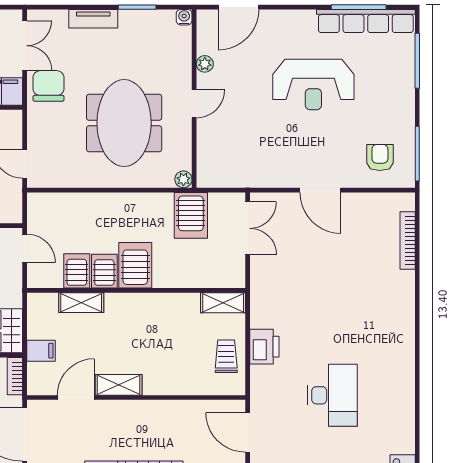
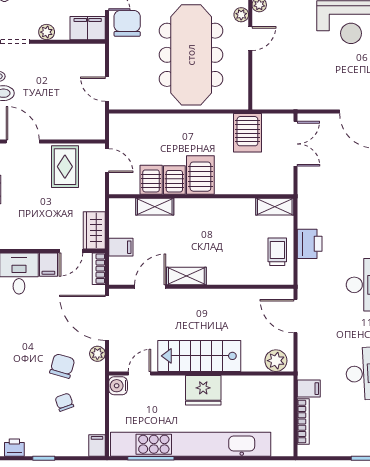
meeting table: (124, 123) -> (191, 55), width x1.36
plant: (183, 179) -> (241, 15), moved

